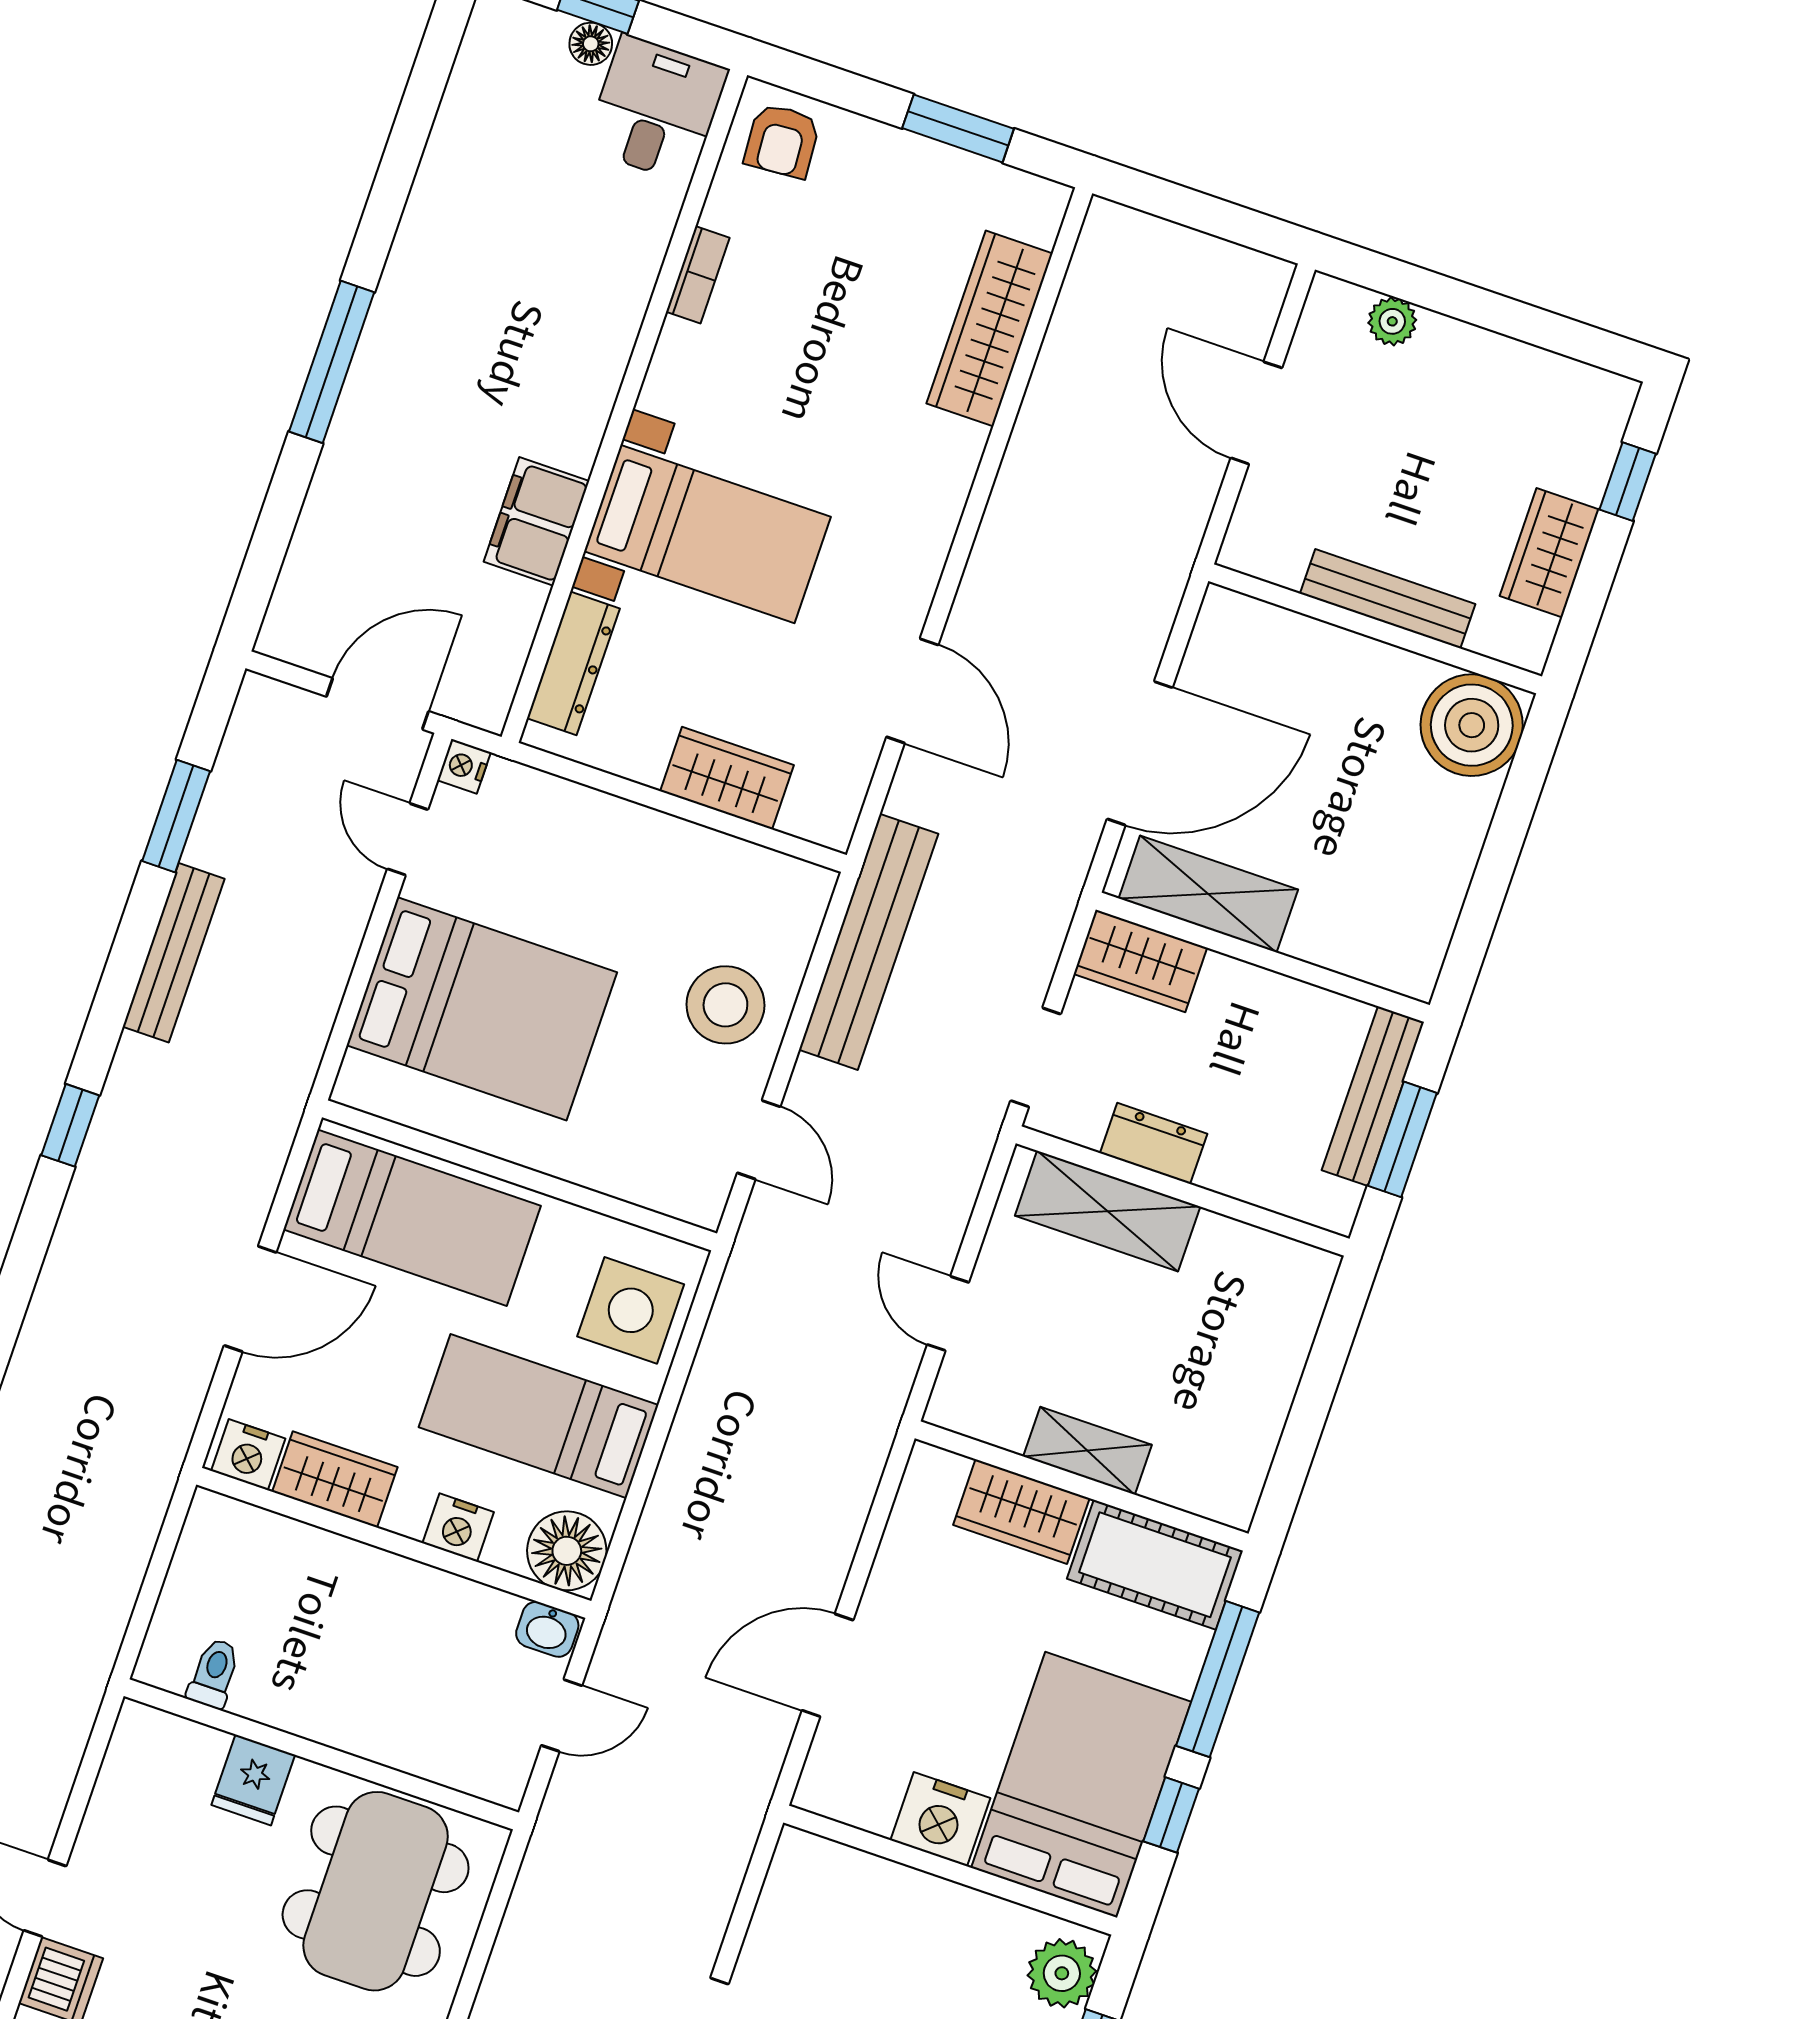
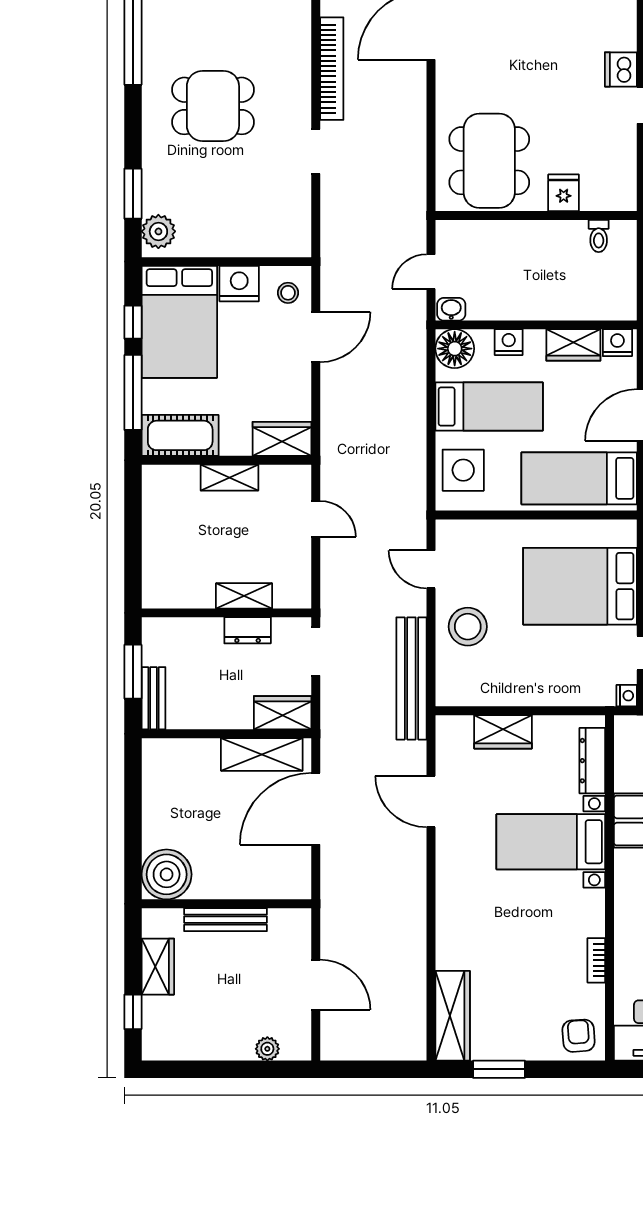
wardrobe: (990, 329) -> (453, 1016), moved
bench: (1373, 1096) -> (154, 698), width x0.73
shelving: (1108, 1211) -> (244, 596), width x0.67, depth x0.75
wardrobe: (1021, 1512) -> (282, 439), moved
stool: (852, 1769) -> (288, 293), added

